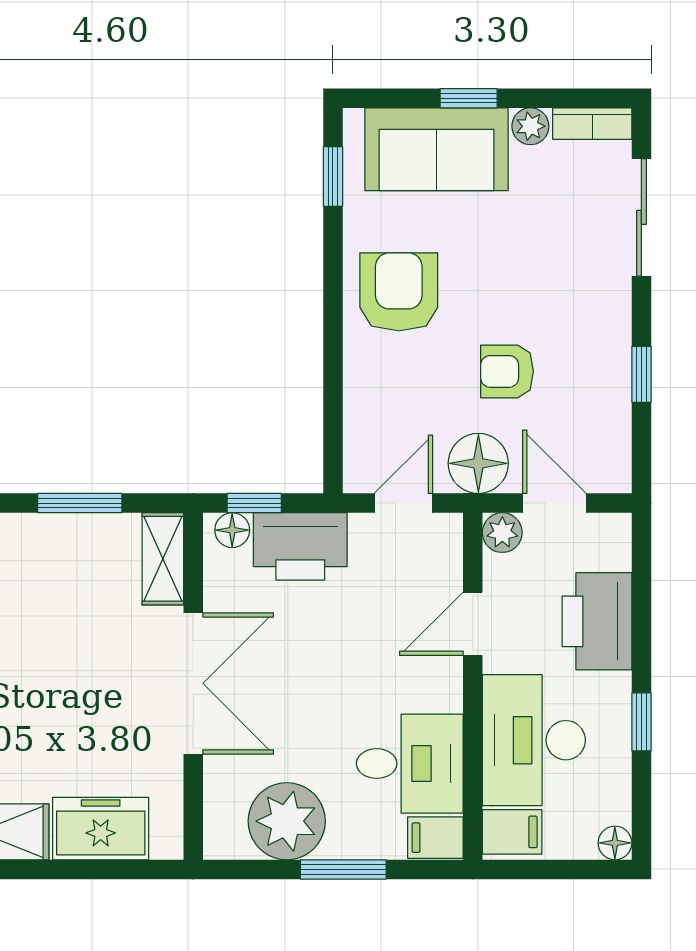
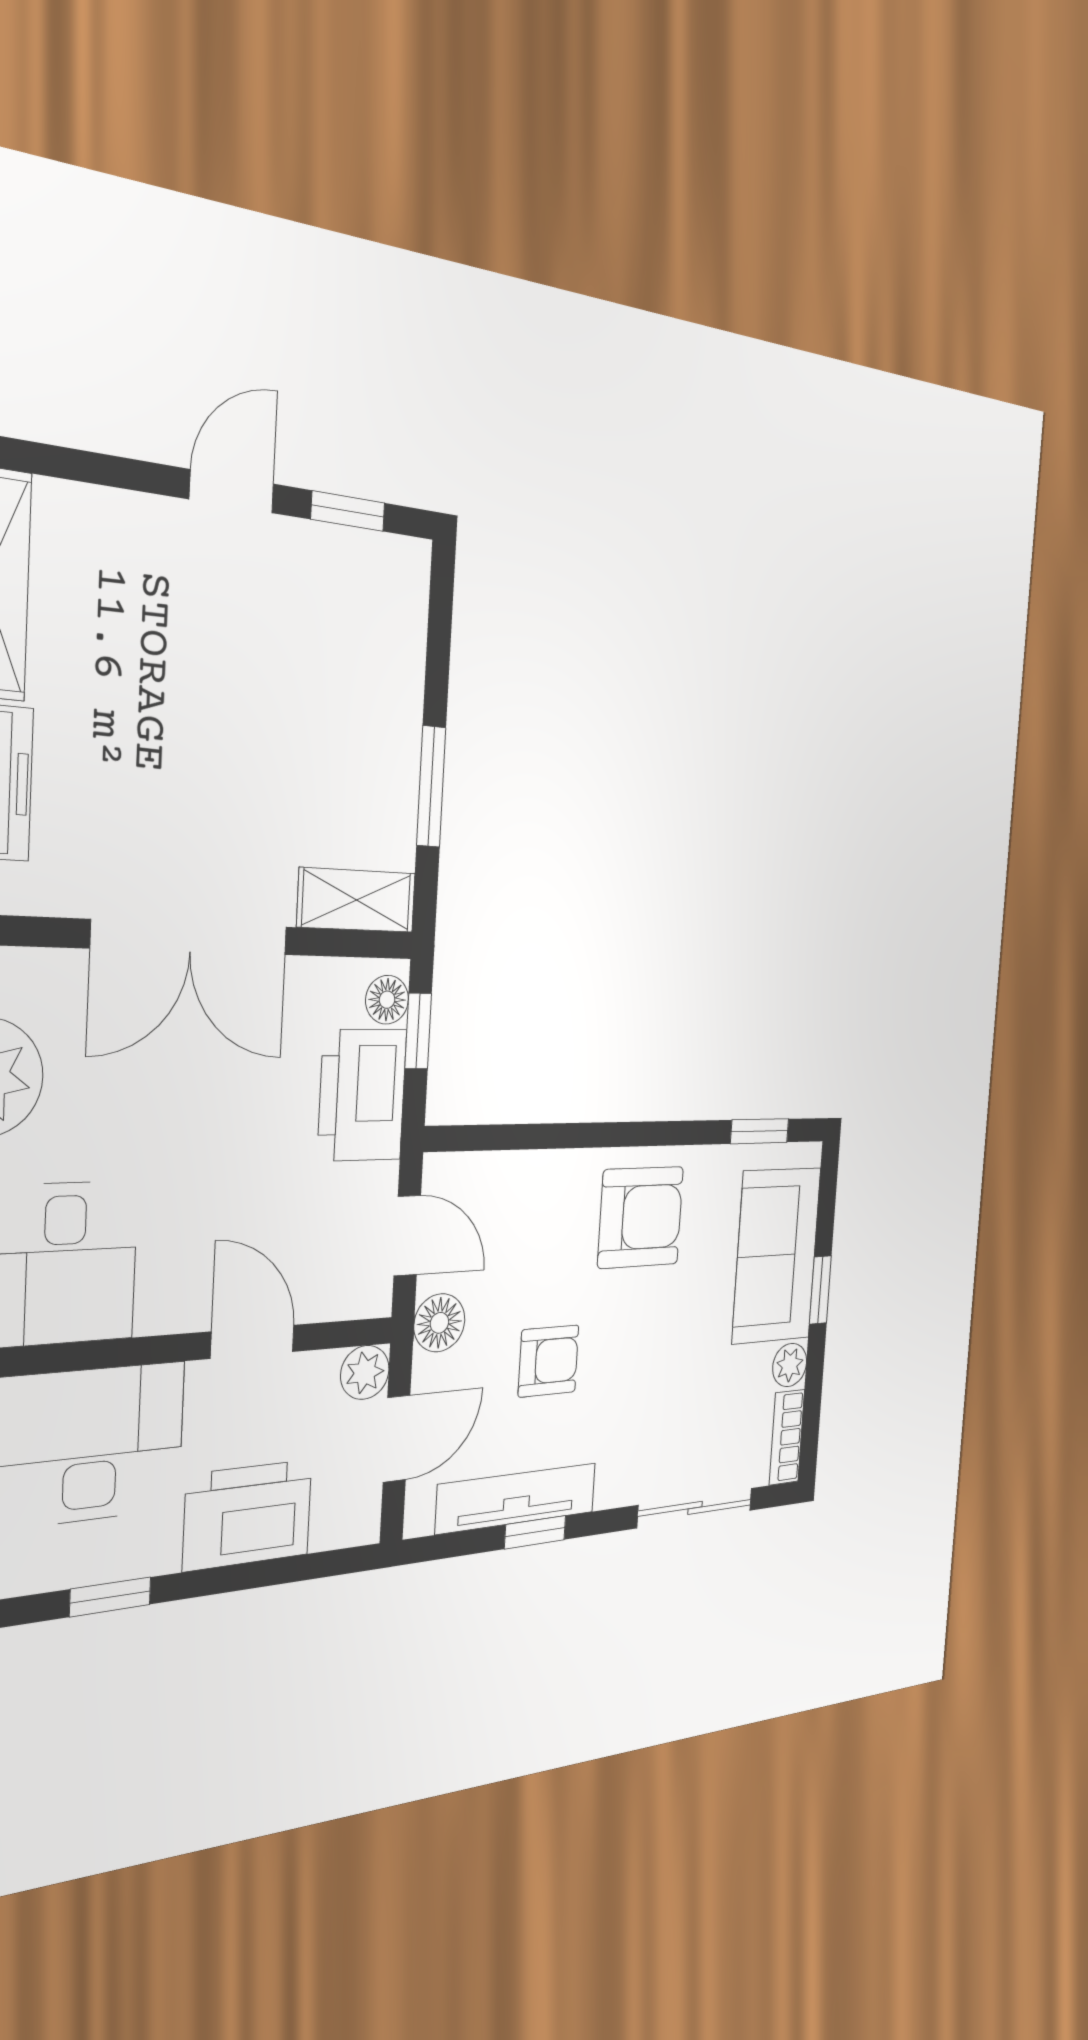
armchair: (507, 371) -> (549, 1361), turned 90
tv unit: (612, 393) -> (517, 1498), added
floor lamp: (478, 463) -> (439, 1323), width x0.73, depth x0.73

